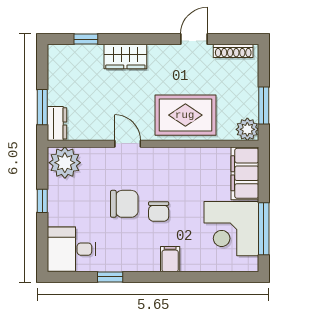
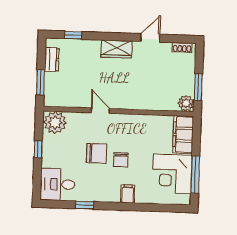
shoe rack: (233, 51) -> (182, 47), width x0.70
wardrobe: (125, 57) -> (117, 49), moved
rug: (185, 115) -> (142, 92), removed
dresser: (57, 123) -> (52, 60), moved

